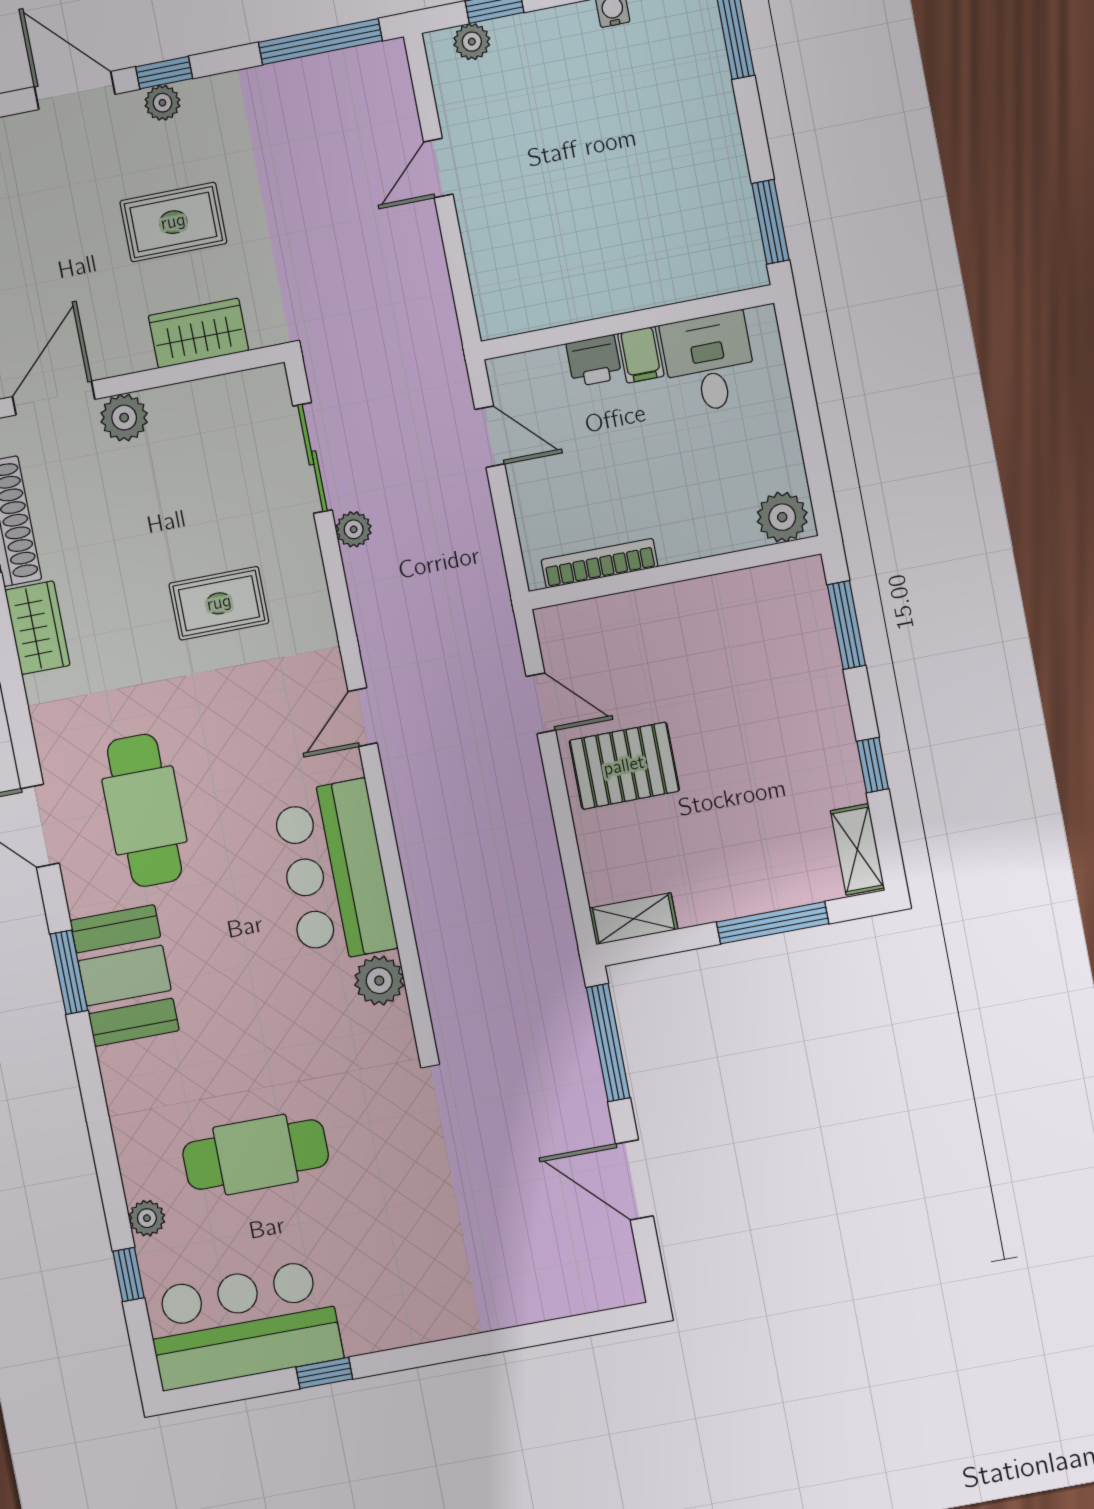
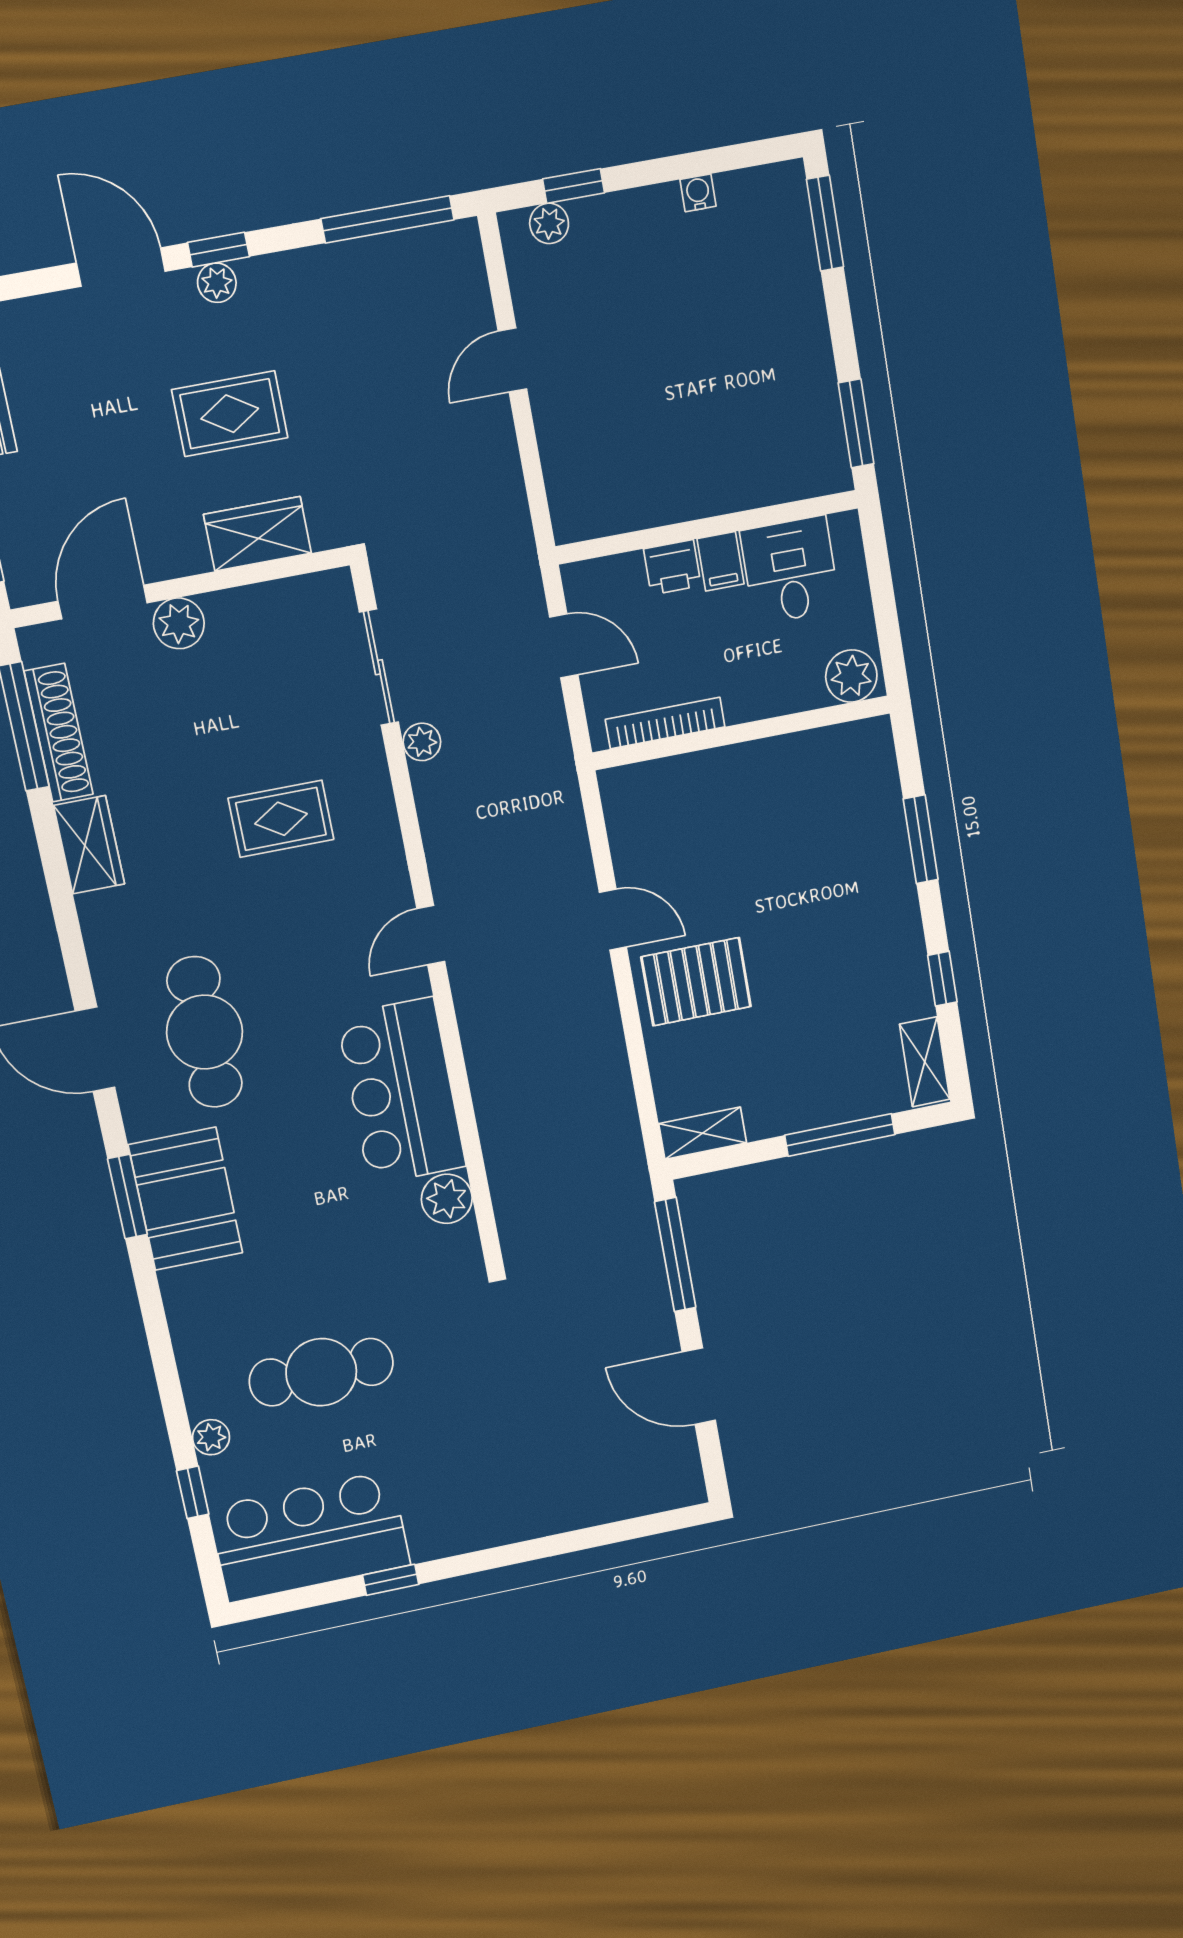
plant: (782, 517) -> (851, 676), moved
bookcase: (599, 563) -> (665, 723), moved
wall: (675, 573) -> (742, 733), moved

